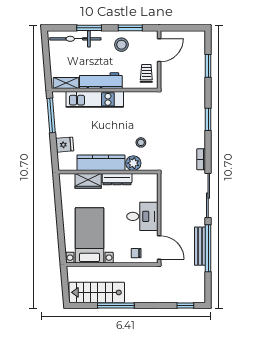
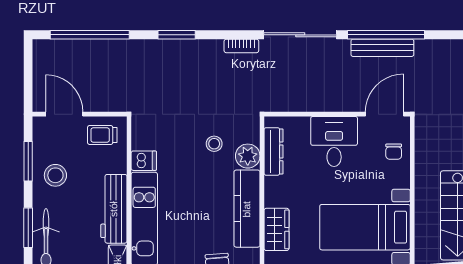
window: (208, 66) -> (90, 35), width x2.11
dishwasher: (130, 99) -> (144, 161), added
dresser: (117, 179) -> (274, 151), moved

